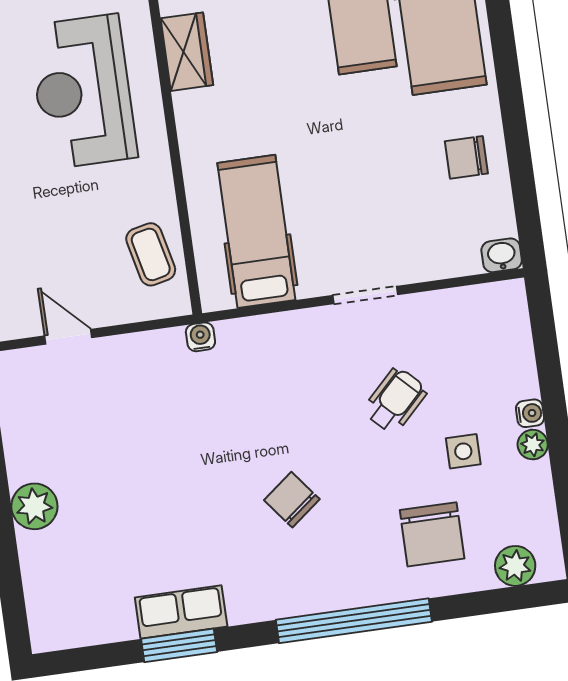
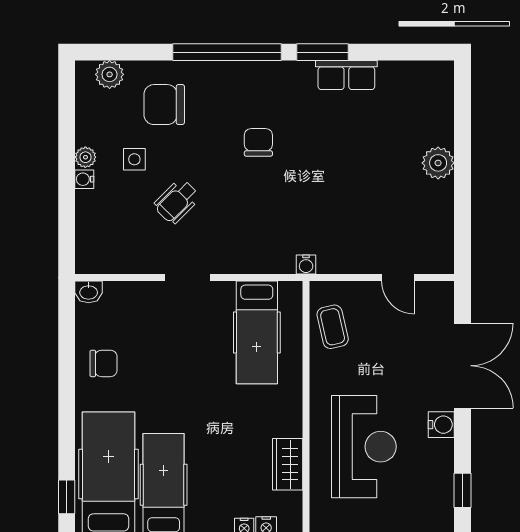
chair: (292, 500) -> (258, 142), turned -142
chair: (432, 534) -> (164, 105), turned -90
window: (179, 645) -> (323, 52), moved

